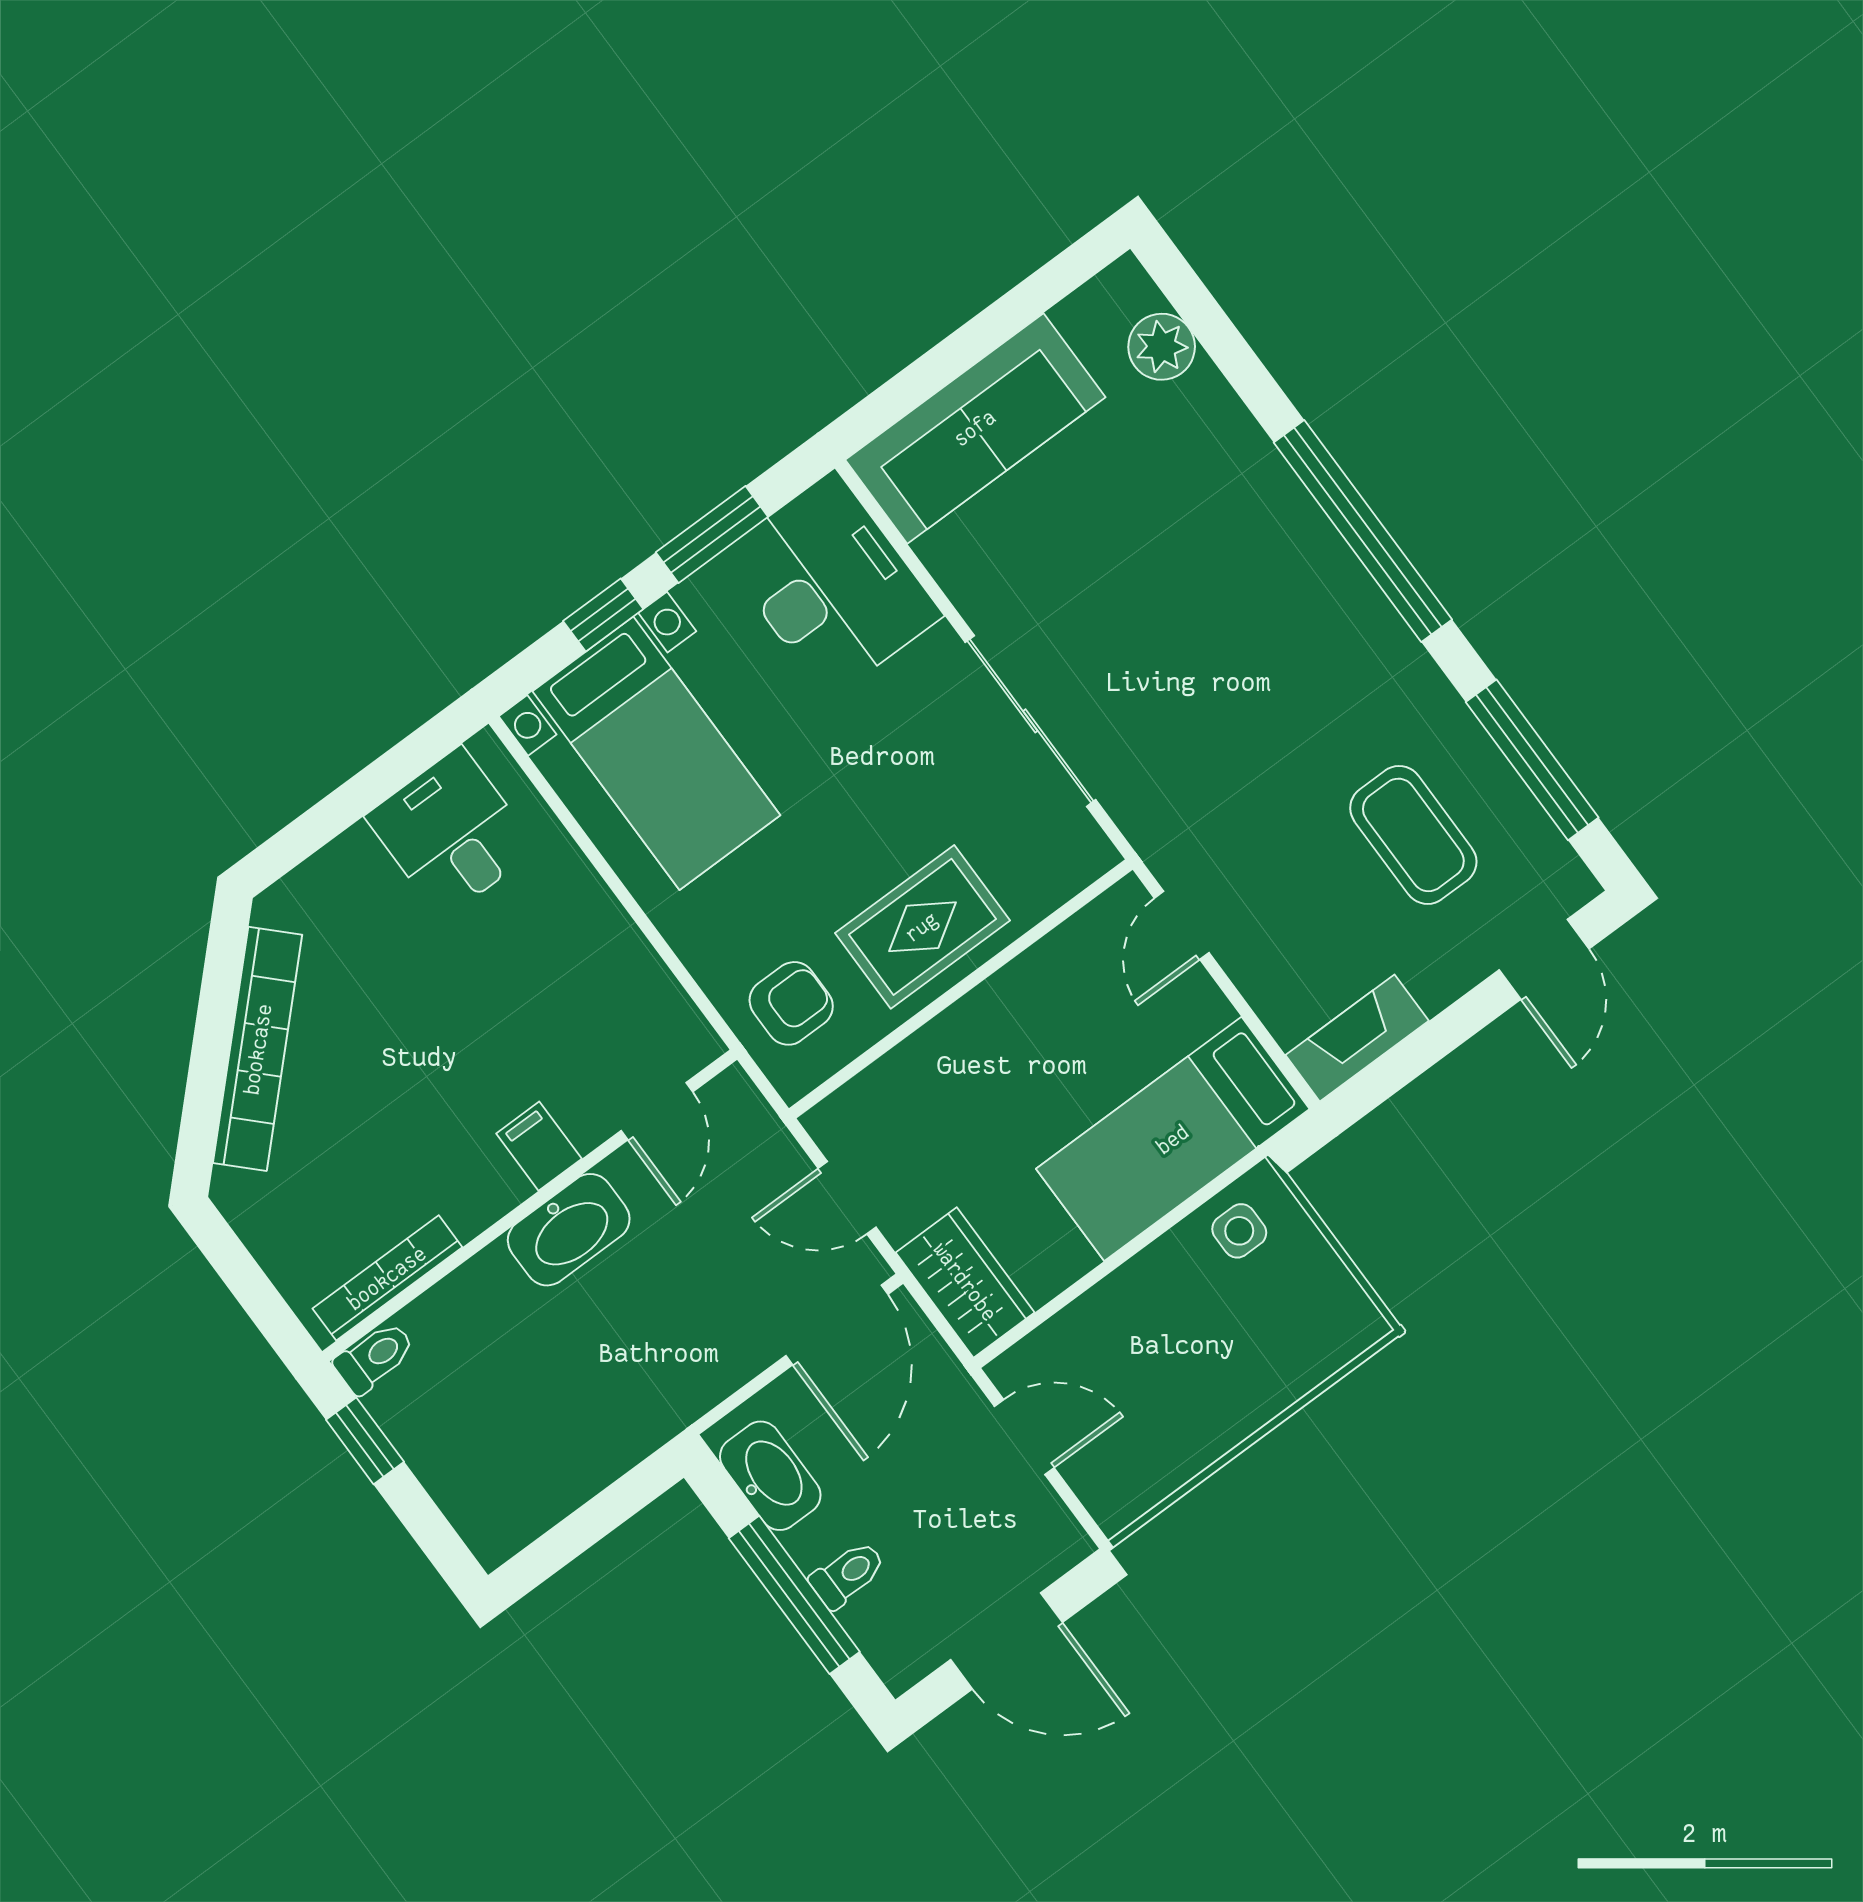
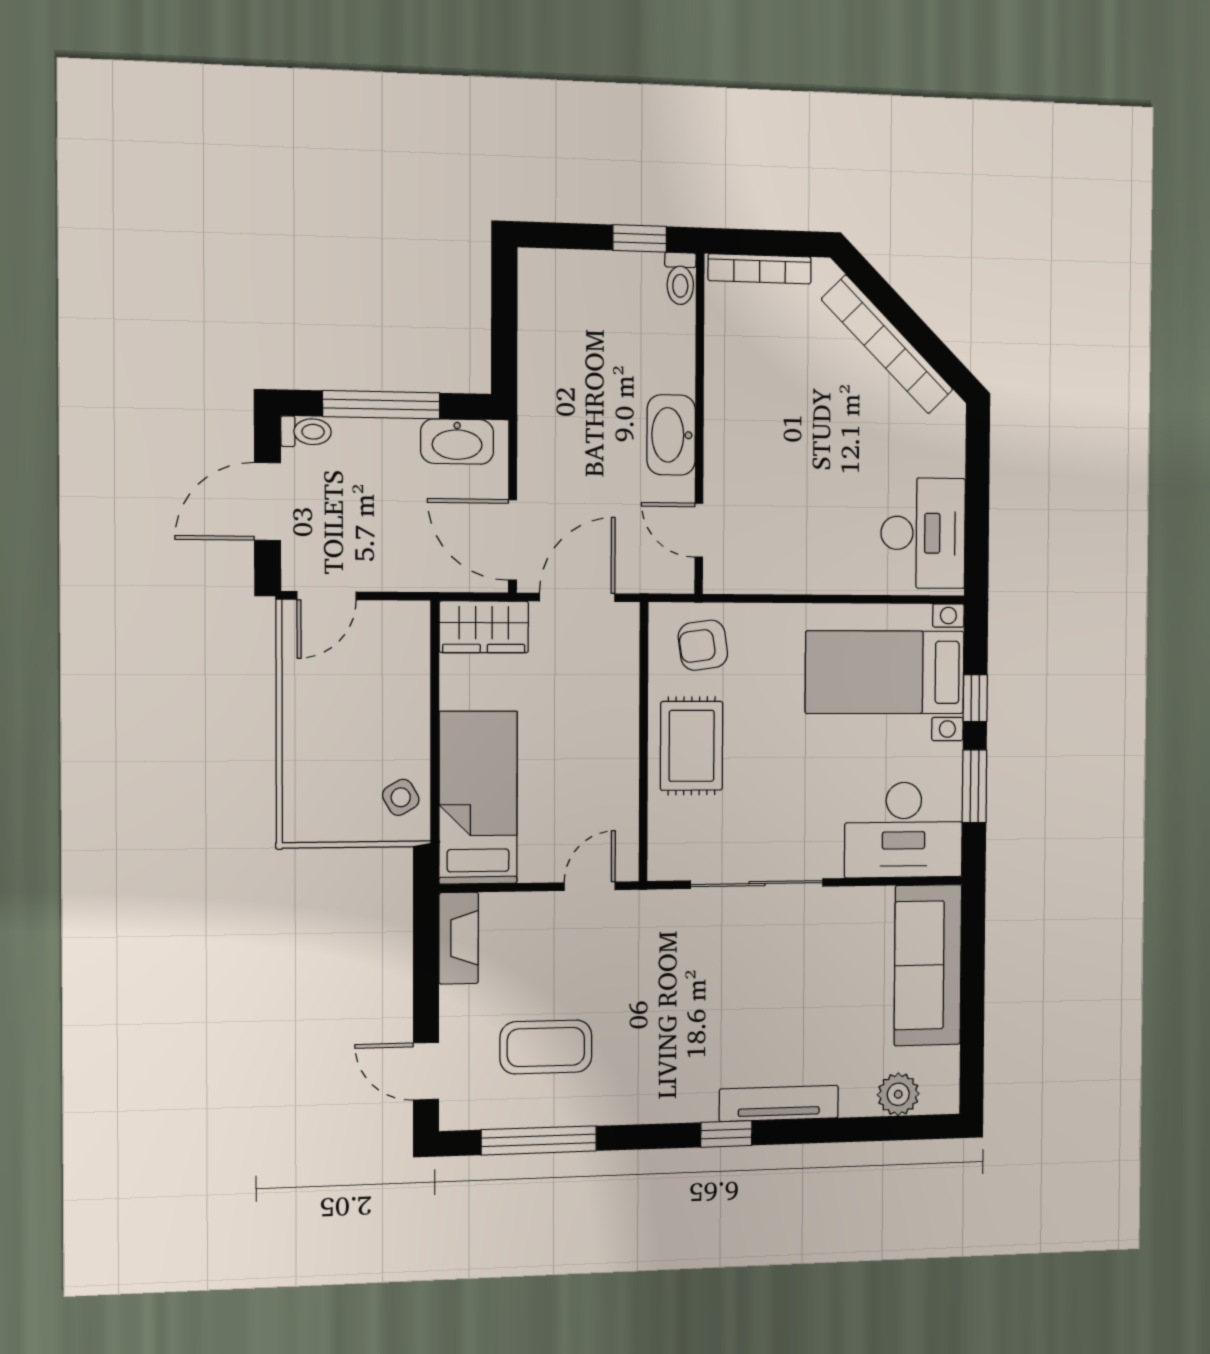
tv unit: (1279, 492) -> (779, 1103), added
window: (1363, 531) -> (726, 1134), width x0.32
desk: (451, 833) -> (923, 533), width x1.37
door: (1182, 925) -> (590, 886), hinge flipped
armchair: (791, 1003) -> (703, 645), turned 82
filing cabinet: (539, 1146) -> (727, 453), removed
door: (847, 1198) -> (577, 597), width x1.38
side table: (1239, 1231) -> (401, 797), turned -30
bookcase: (387, 1278) -> (760, 269), moved, turned 90
door: (1024, 1437) -> (327, 596), moved
toilet: (848, 1574) -> (306, 432), moved, turned -90

